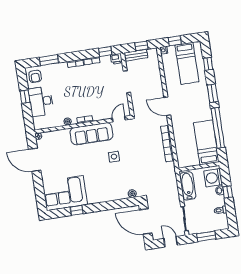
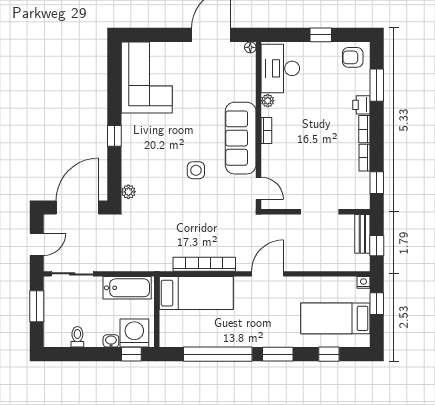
printer: (116, 59) -> (361, 105), moved
desk: (41, 101) -> (280, 68), moved, turned -90
bed: (206, 142) -> (196, 293), moved
window: (228, 192) -> (131, 354), moved
window: (77, 210) -> (114, 136), moved

